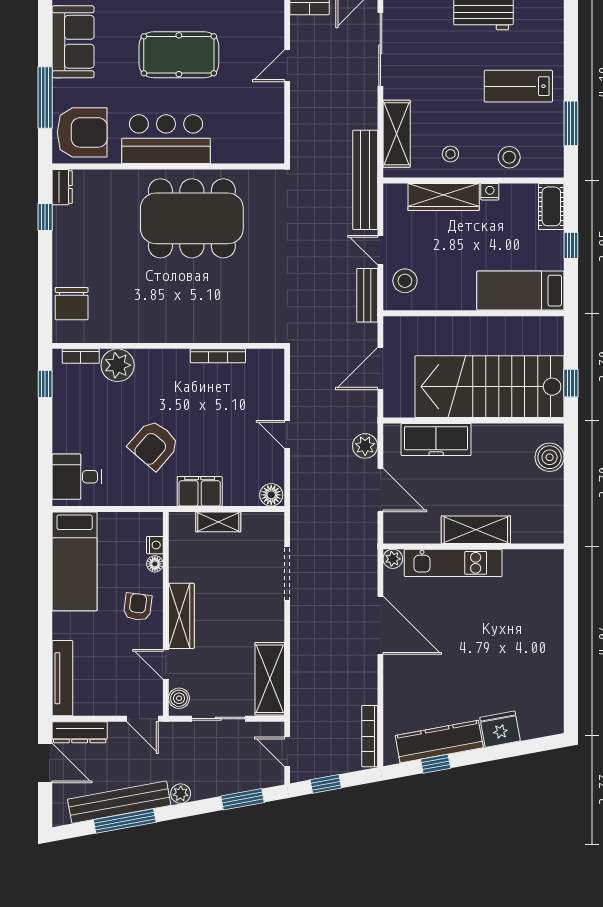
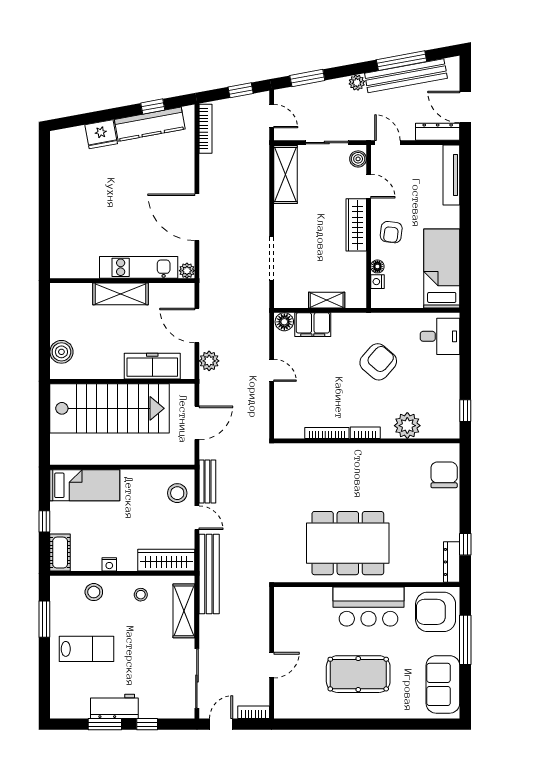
dresser: (62, 187) -> (452, 562), width x1.44
wardrobe: (444, 197) -> (166, 560), moved
bookcase: (81, 356) -> (365, 433), moved
window: (571, 383) -> (44, 411), removed
filing cabinet: (200, 491) -> (313, 325), moved

